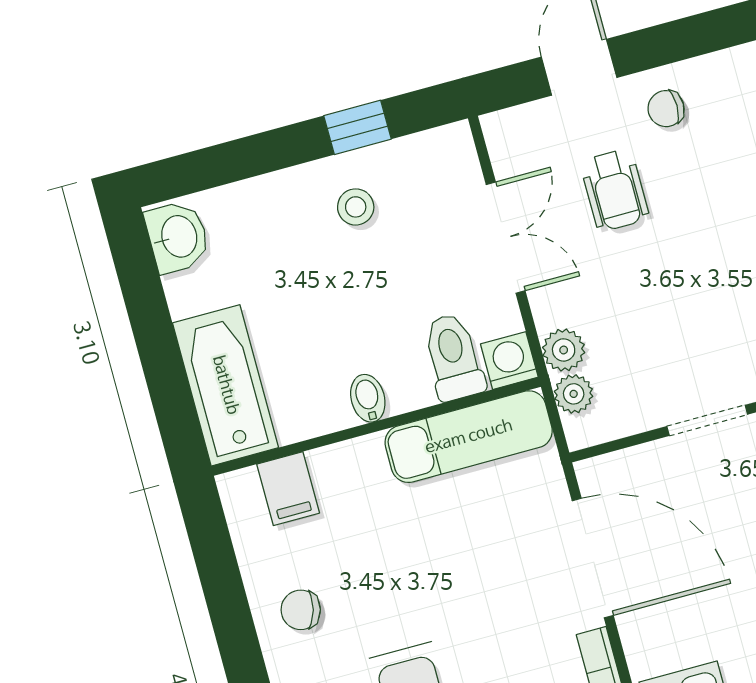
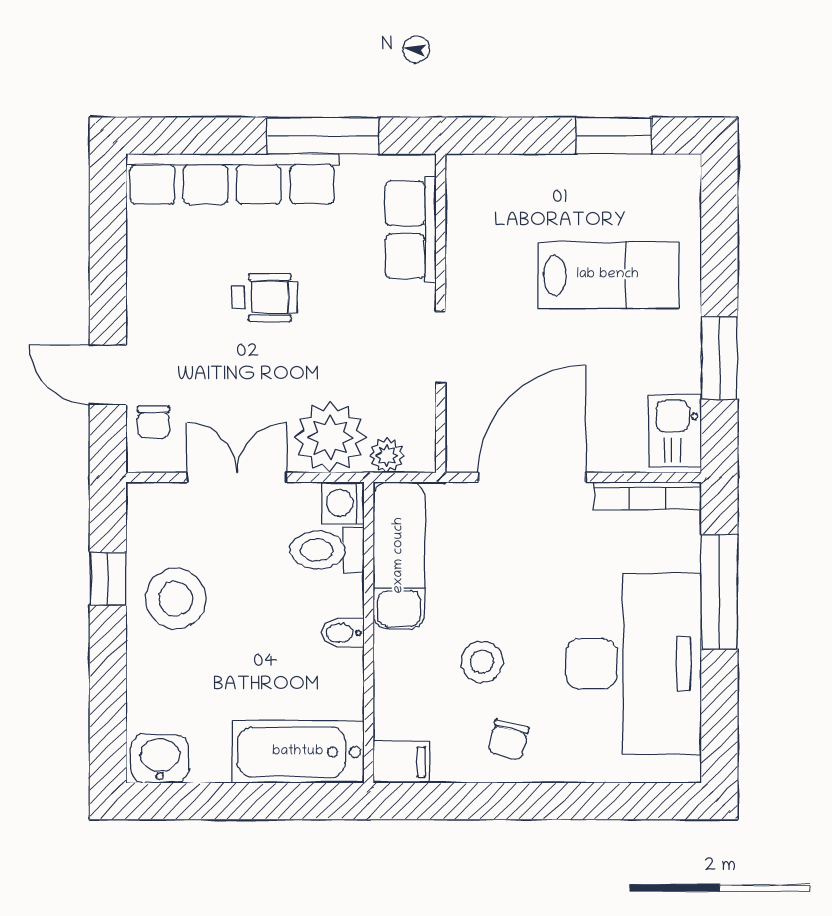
chair: (666, 109) -> (153, 422), moved
wheelchair: (615, 190) -> (264, 298), moved
stool: (356, 207) -> (176, 599), width x1.89, depth x1.89
plant: (564, 350) -> (330, 437), width x1.88, depth x1.88
filing cabinet: (288, 489) -> (402, 762), moved
stool: (378, 558) -> (482, 662), added

